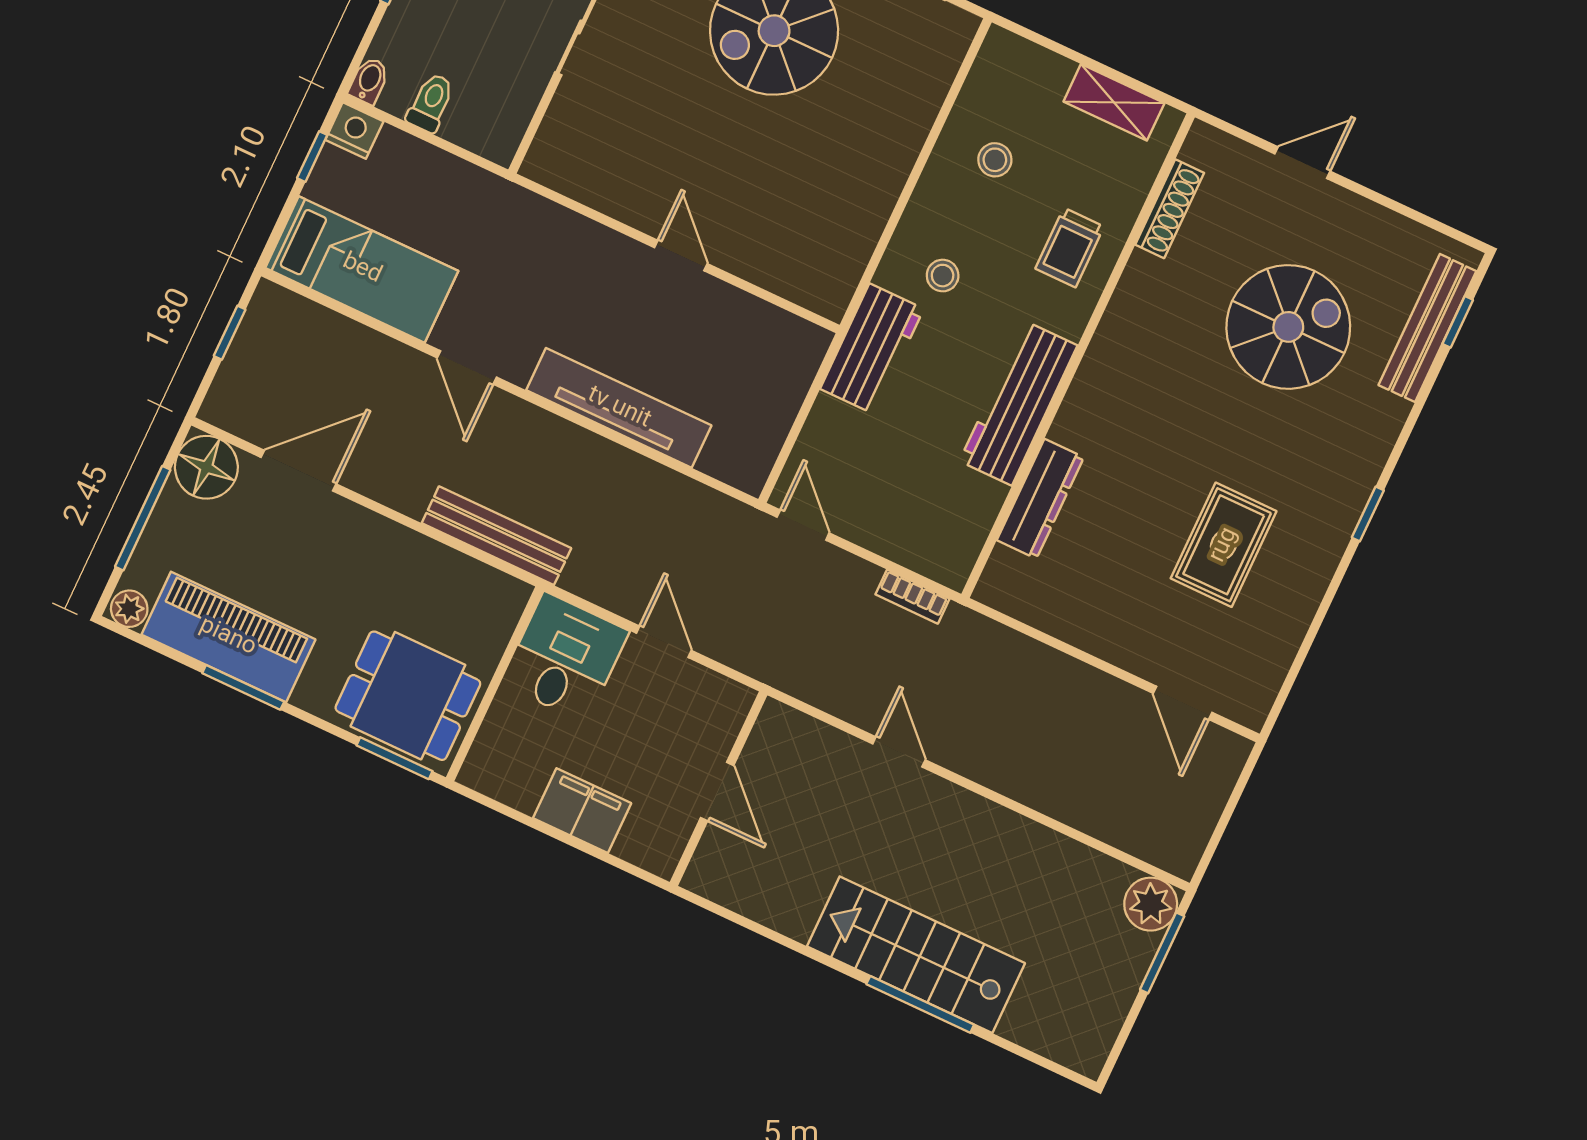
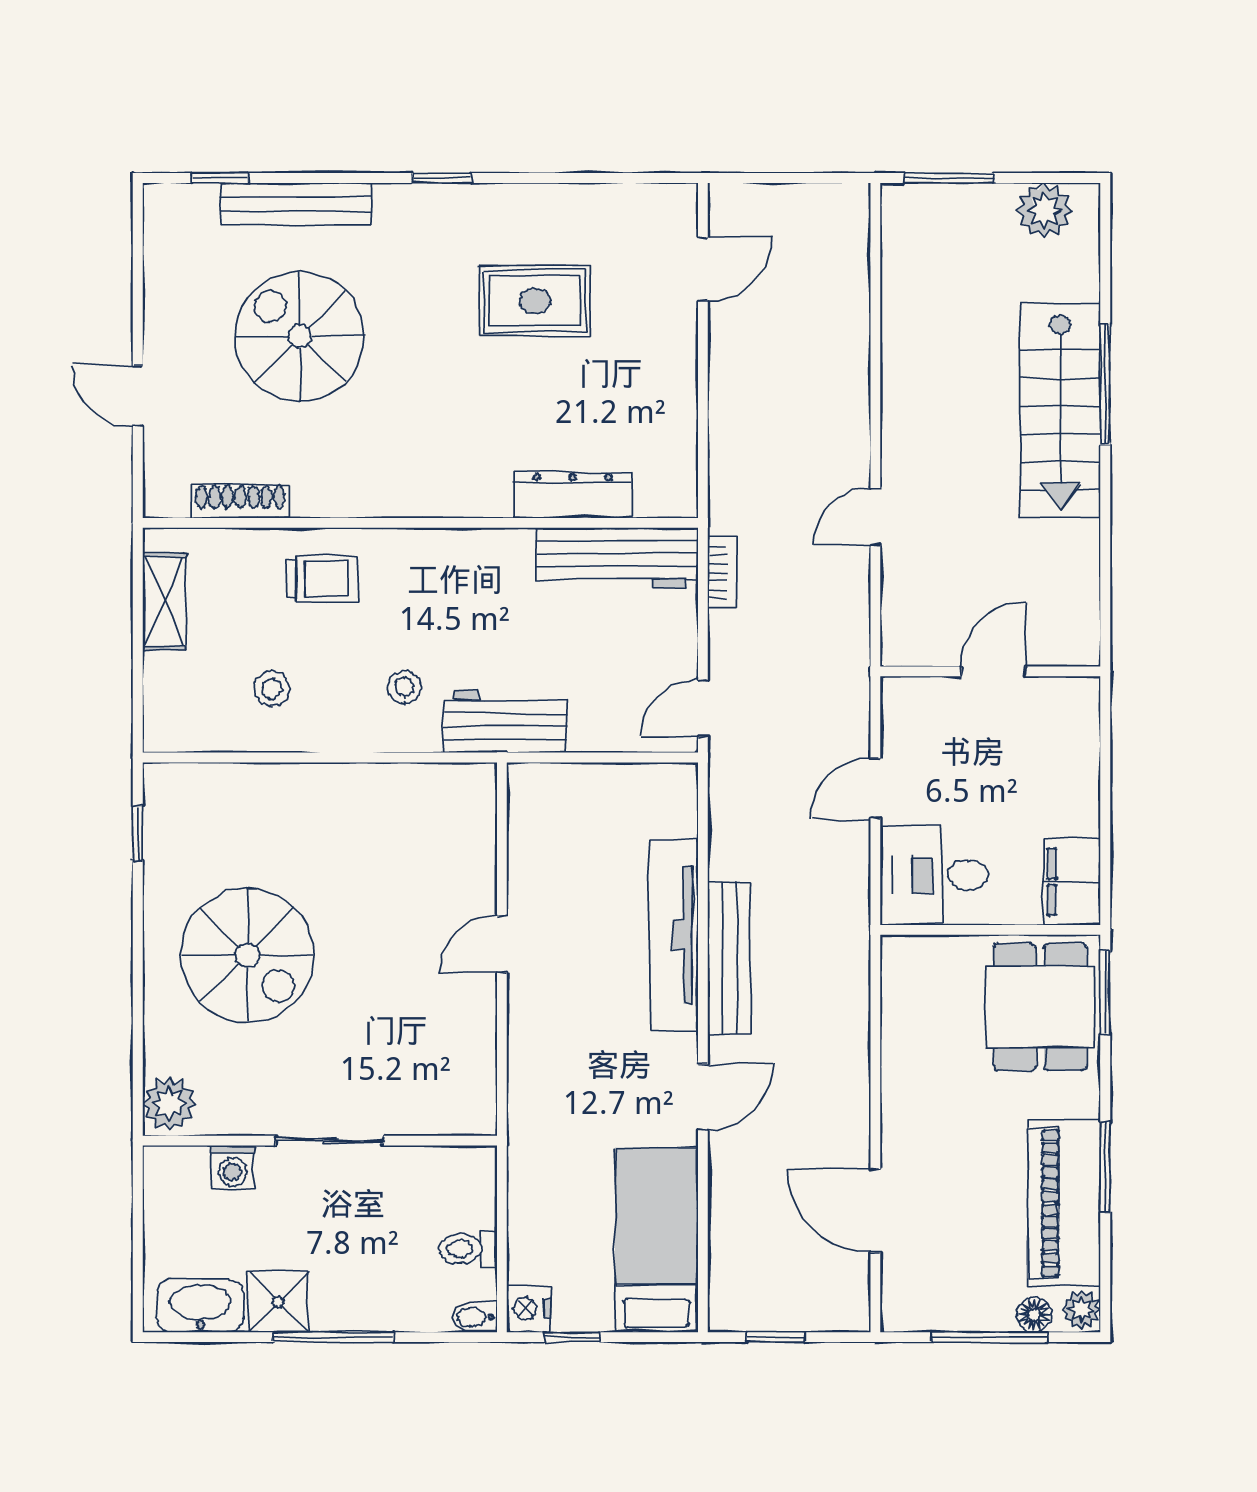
bench: (1427, 328) -> (296, 204), moved
workbench: (1018, 403) -> (617, 558), moved
floor lamp: (206, 467) -> (1034, 1315), moved, width x0.53, depth x0.53
bench: (496, 536) -> (729, 959), moved
filing cabinet: (582, 811) -> (1072, 882), moved
plant: (1151, 904) -> (1044, 210), moved

